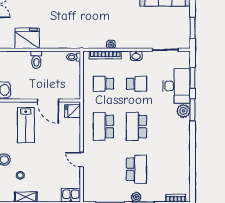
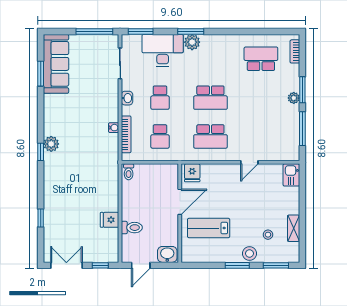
window: (193, 28) -> (94, 32), width x1.44
fridge: (27, 38) -> (110, 220), width x0.53, depth x0.75
toilet: (36, 60) -> (132, 228), moved
window: (193, 78) -> (141, 32), moved
school desk: (136, 84) -> (160, 98), turned 180
lab bench: (26, 125) -> (209, 228), turned 180
school desk: (136, 169) -> (261, 59), moved

